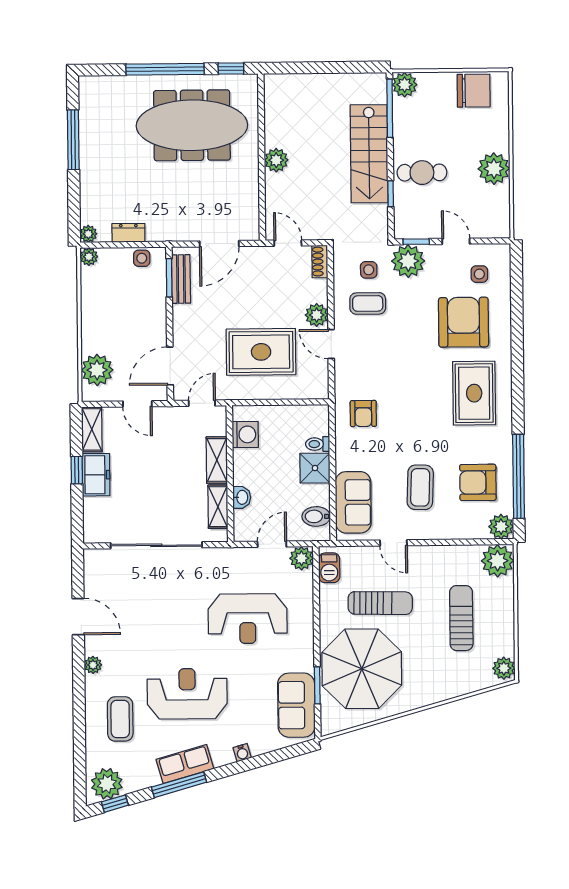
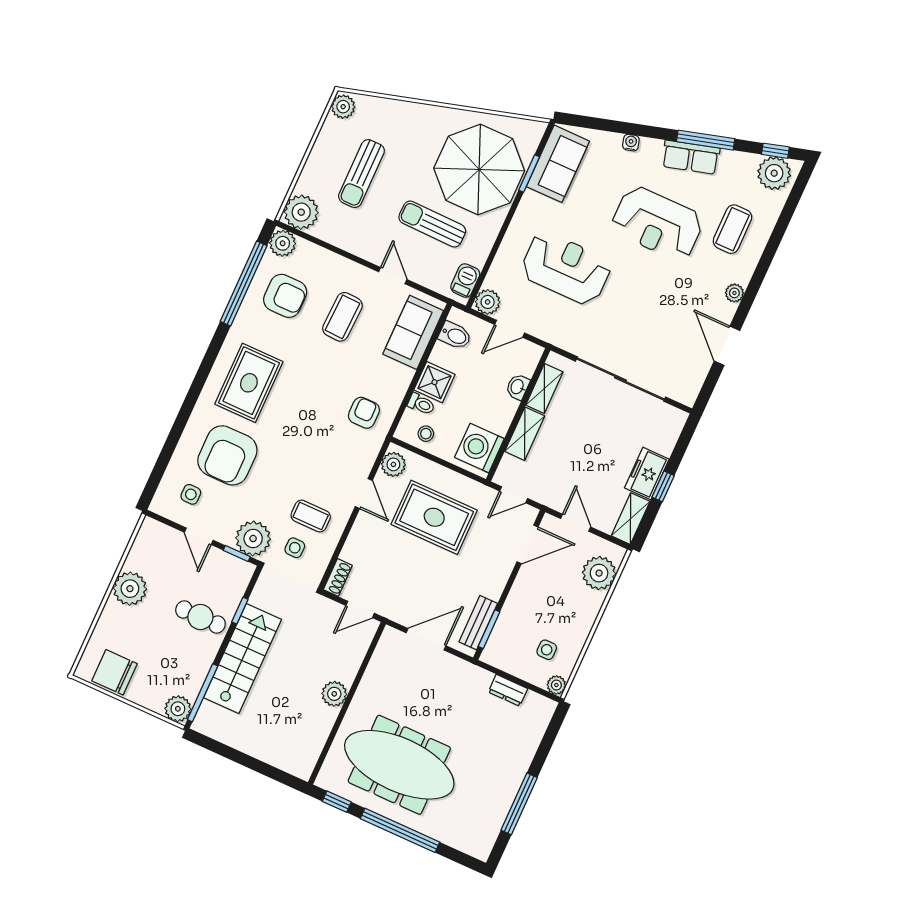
plant: (88, 234) -> (547, 707), removed
door: (288, 243) -> (360, 609), hinge flipped
side table: (142, 258) -> (547, 650), moved
plant: (317, 315) -> (393, 464), moved
stool: (302, 420) -> (426, 434), added
washing machine: (245, 434) -> (479, 448), width x1.37, depth x1.37

